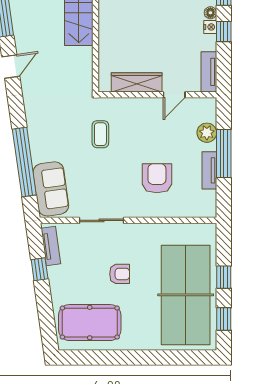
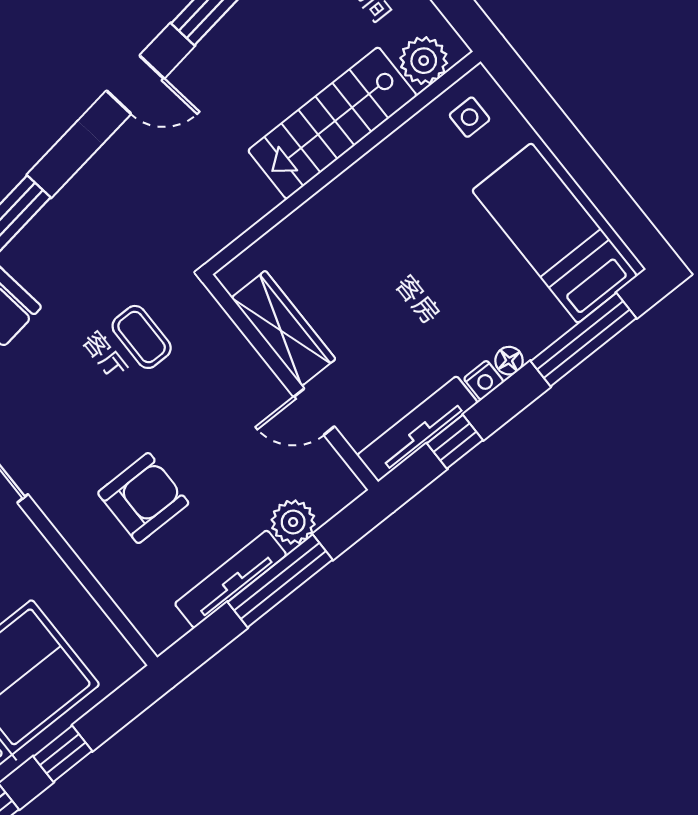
window: (224, 32) -> (455, 442), moved
tv unit: (209, 72) -> (417, 429), width x1.41
coffee table: (100, 134) -> (142, 337), turned 90
tv unit: (209, 170) -> (231, 579), width x1.41

